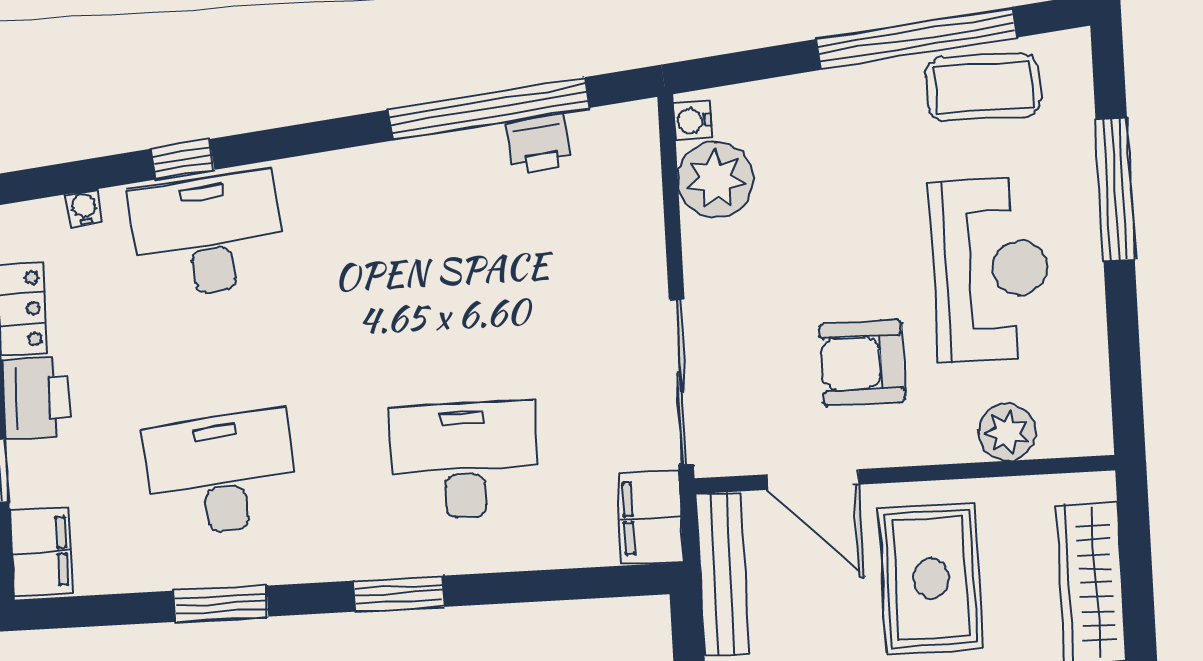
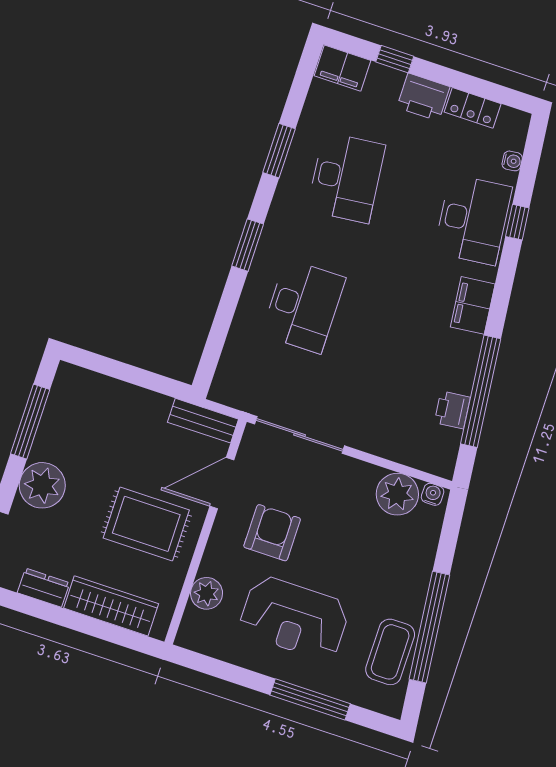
filing cabinet: (650, 518) -> (473, 305), moved, turned -96
bench: (723, 574) -> (203, 421), width x0.73

